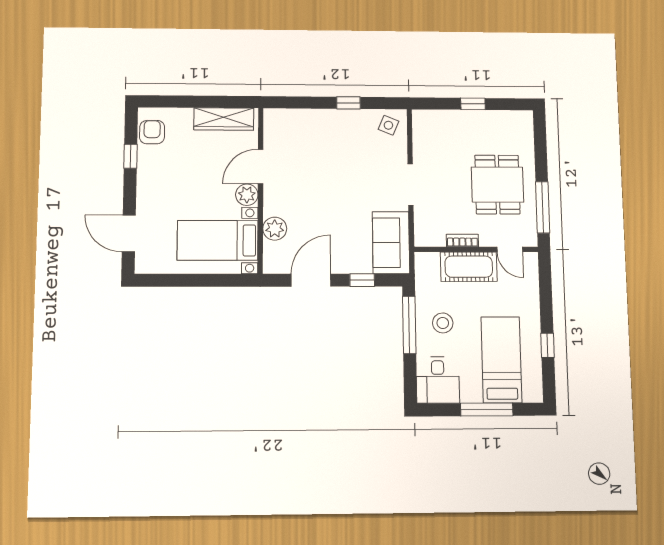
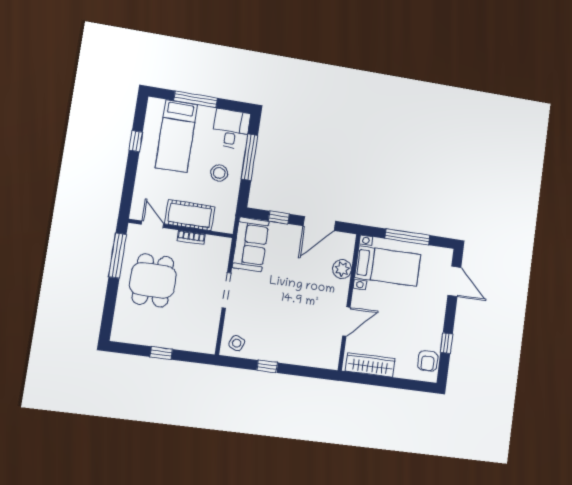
plant: (247, 195) -> (360, 300), removed
window: (197, 280) -> (407, 237), added
window: (409, 325) -> (249, 157), moved

